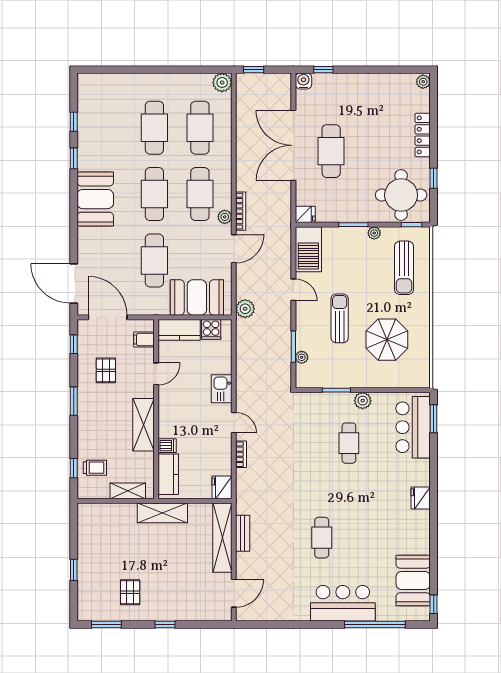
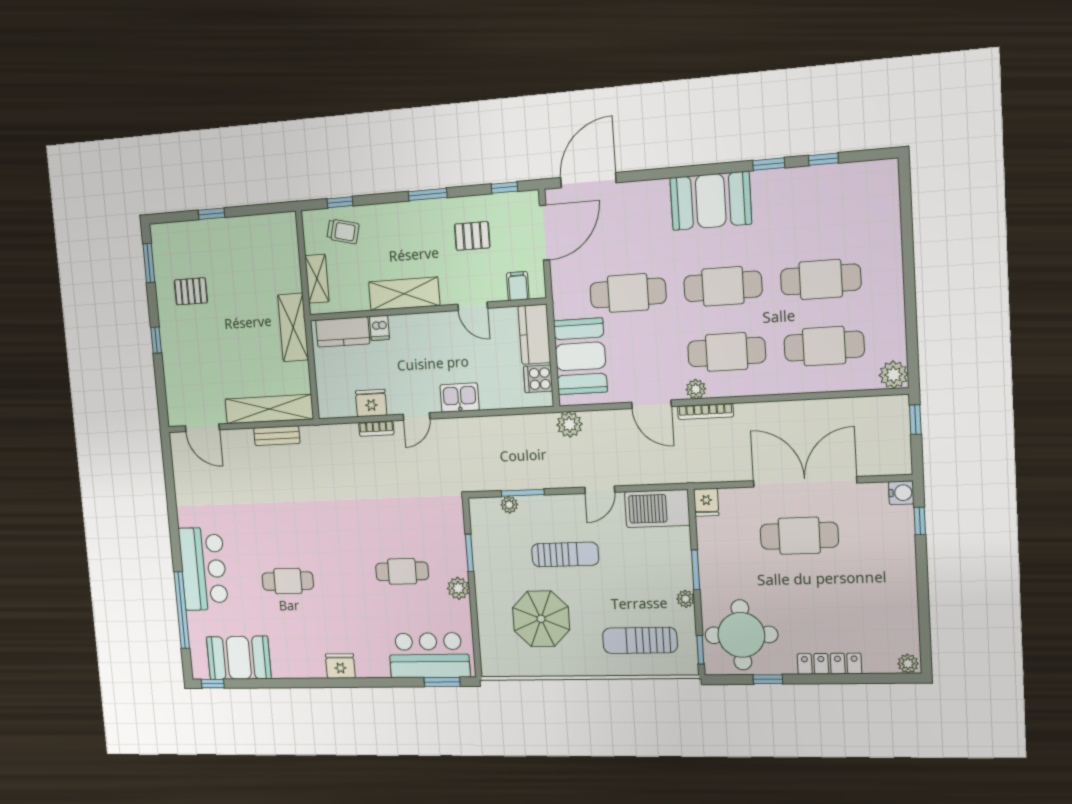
trolley: (95, 468) -> (343, 231), turned -76
fridge: (222, 487) -> (371, 403), moved
cafe table: (322, 538) -> (288, 581), moved

